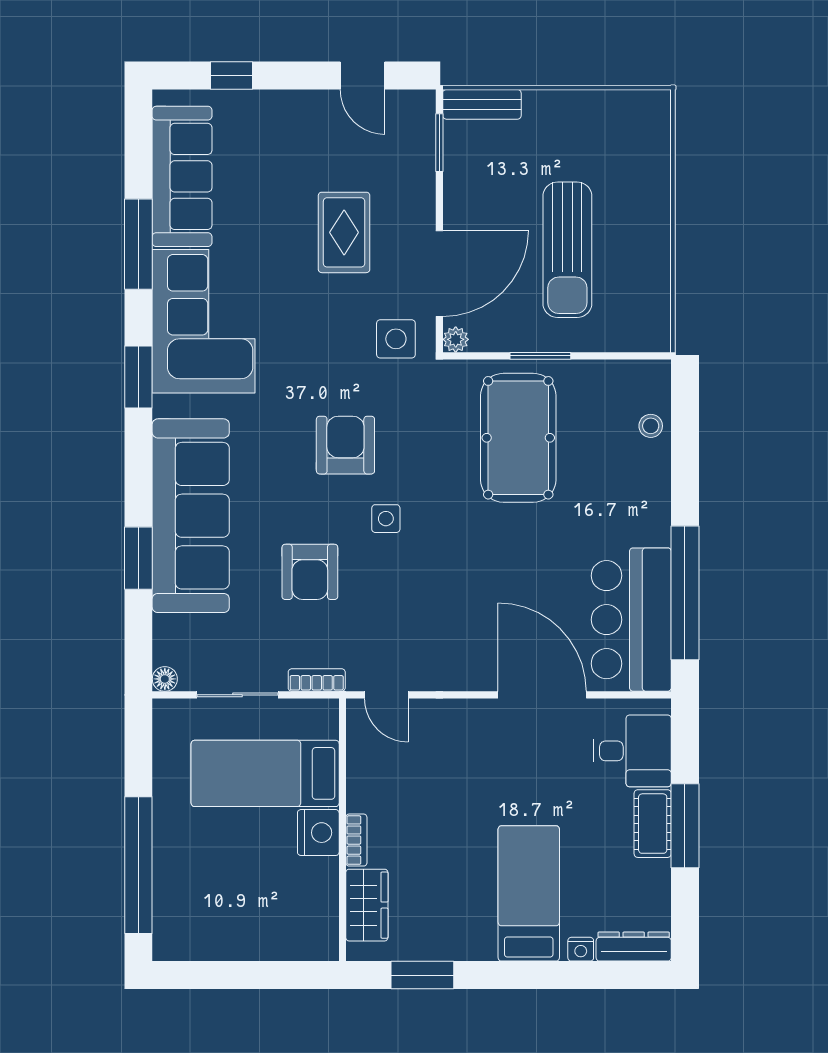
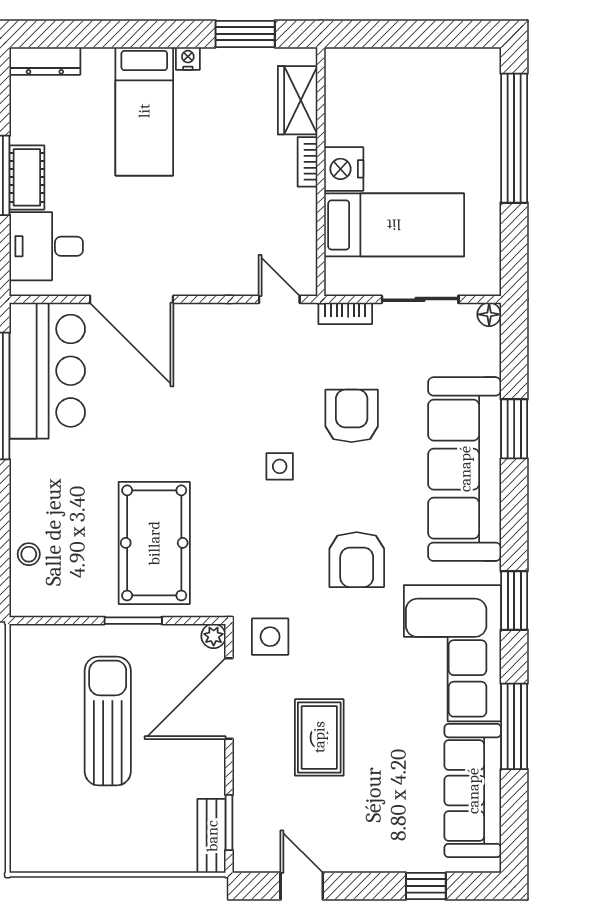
bench: (482, 104) -> (212, 836), moved, turned 90
armchair: (345, 445) -> (357, 560), moved
nightstand: (581, 949) -> (188, 58), moved

